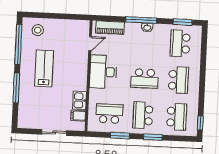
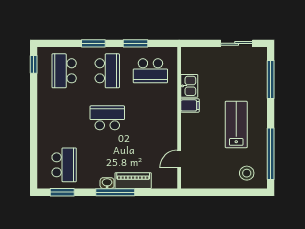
piano: (110, 28) -> (133, 181), moved
lab bench: (44, 69) -> (236, 124), turned 180
desk: (103, 72) -> (161, 124), removed
school desk: (178, 80) -> (64, 118), removed
window: (16, 88) -> (271, 79), moved
filing cabinet: (78, 116) -> (190, 105), moved
sliding door: (54, 132) -> (237, 43), moved

